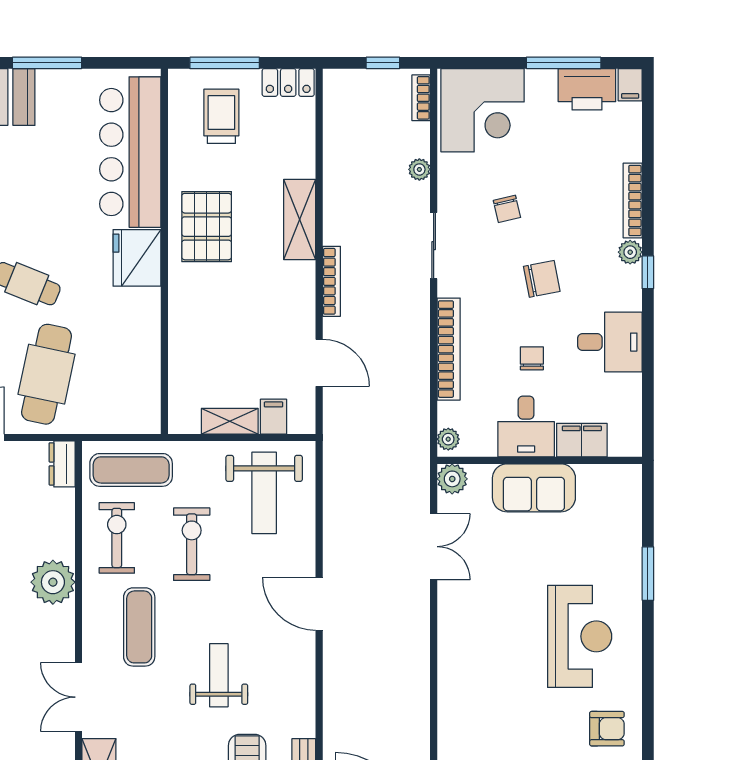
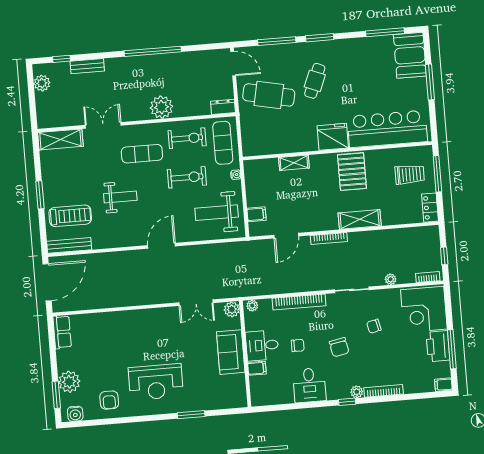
printer: (587, 89) -> (438, 346), moved
pallet: (207, 227) -> (352, 172), turned 90
shelving: (230, 421) -> (294, 163), moved, turned 90
filing cabinet: (582, 440) -> (257, 368), width x0.50
water cooler: (194, 450) -> (236, 175), added

